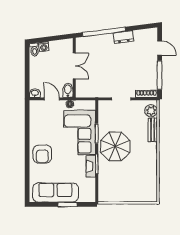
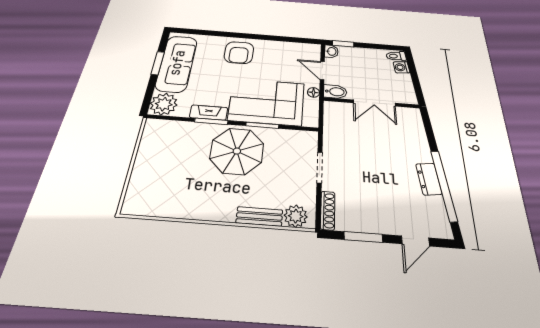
window: (104, 32) -> (444, 185), moved
window: (160, 75) -> (363, 237), width x0.69
window: (27, 85) -> (343, 44), added
door: (52, 99) -> (322, 71), swing flipped
armchair: (42, 154) -> (239, 53), turned -90
plant: (87, 194) -> (164, 104), added
window: (67, 204) -> (158, 63), moved

